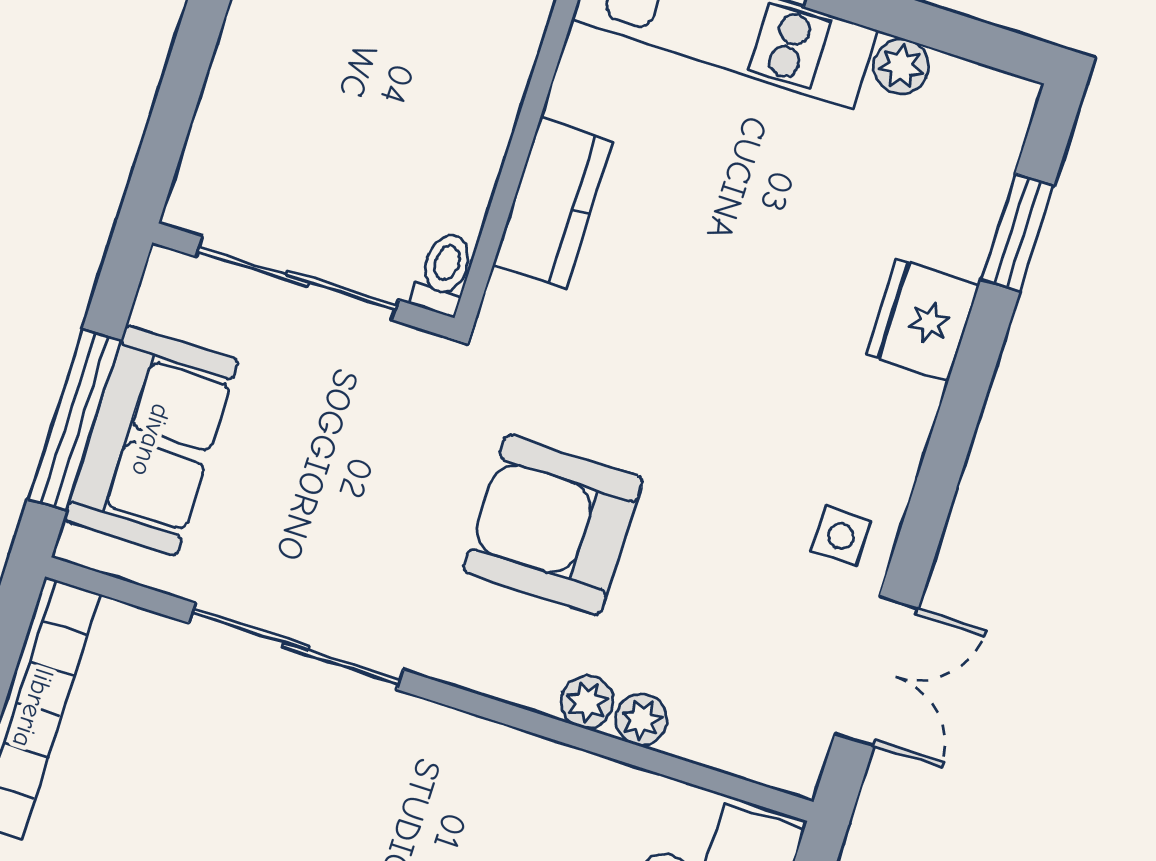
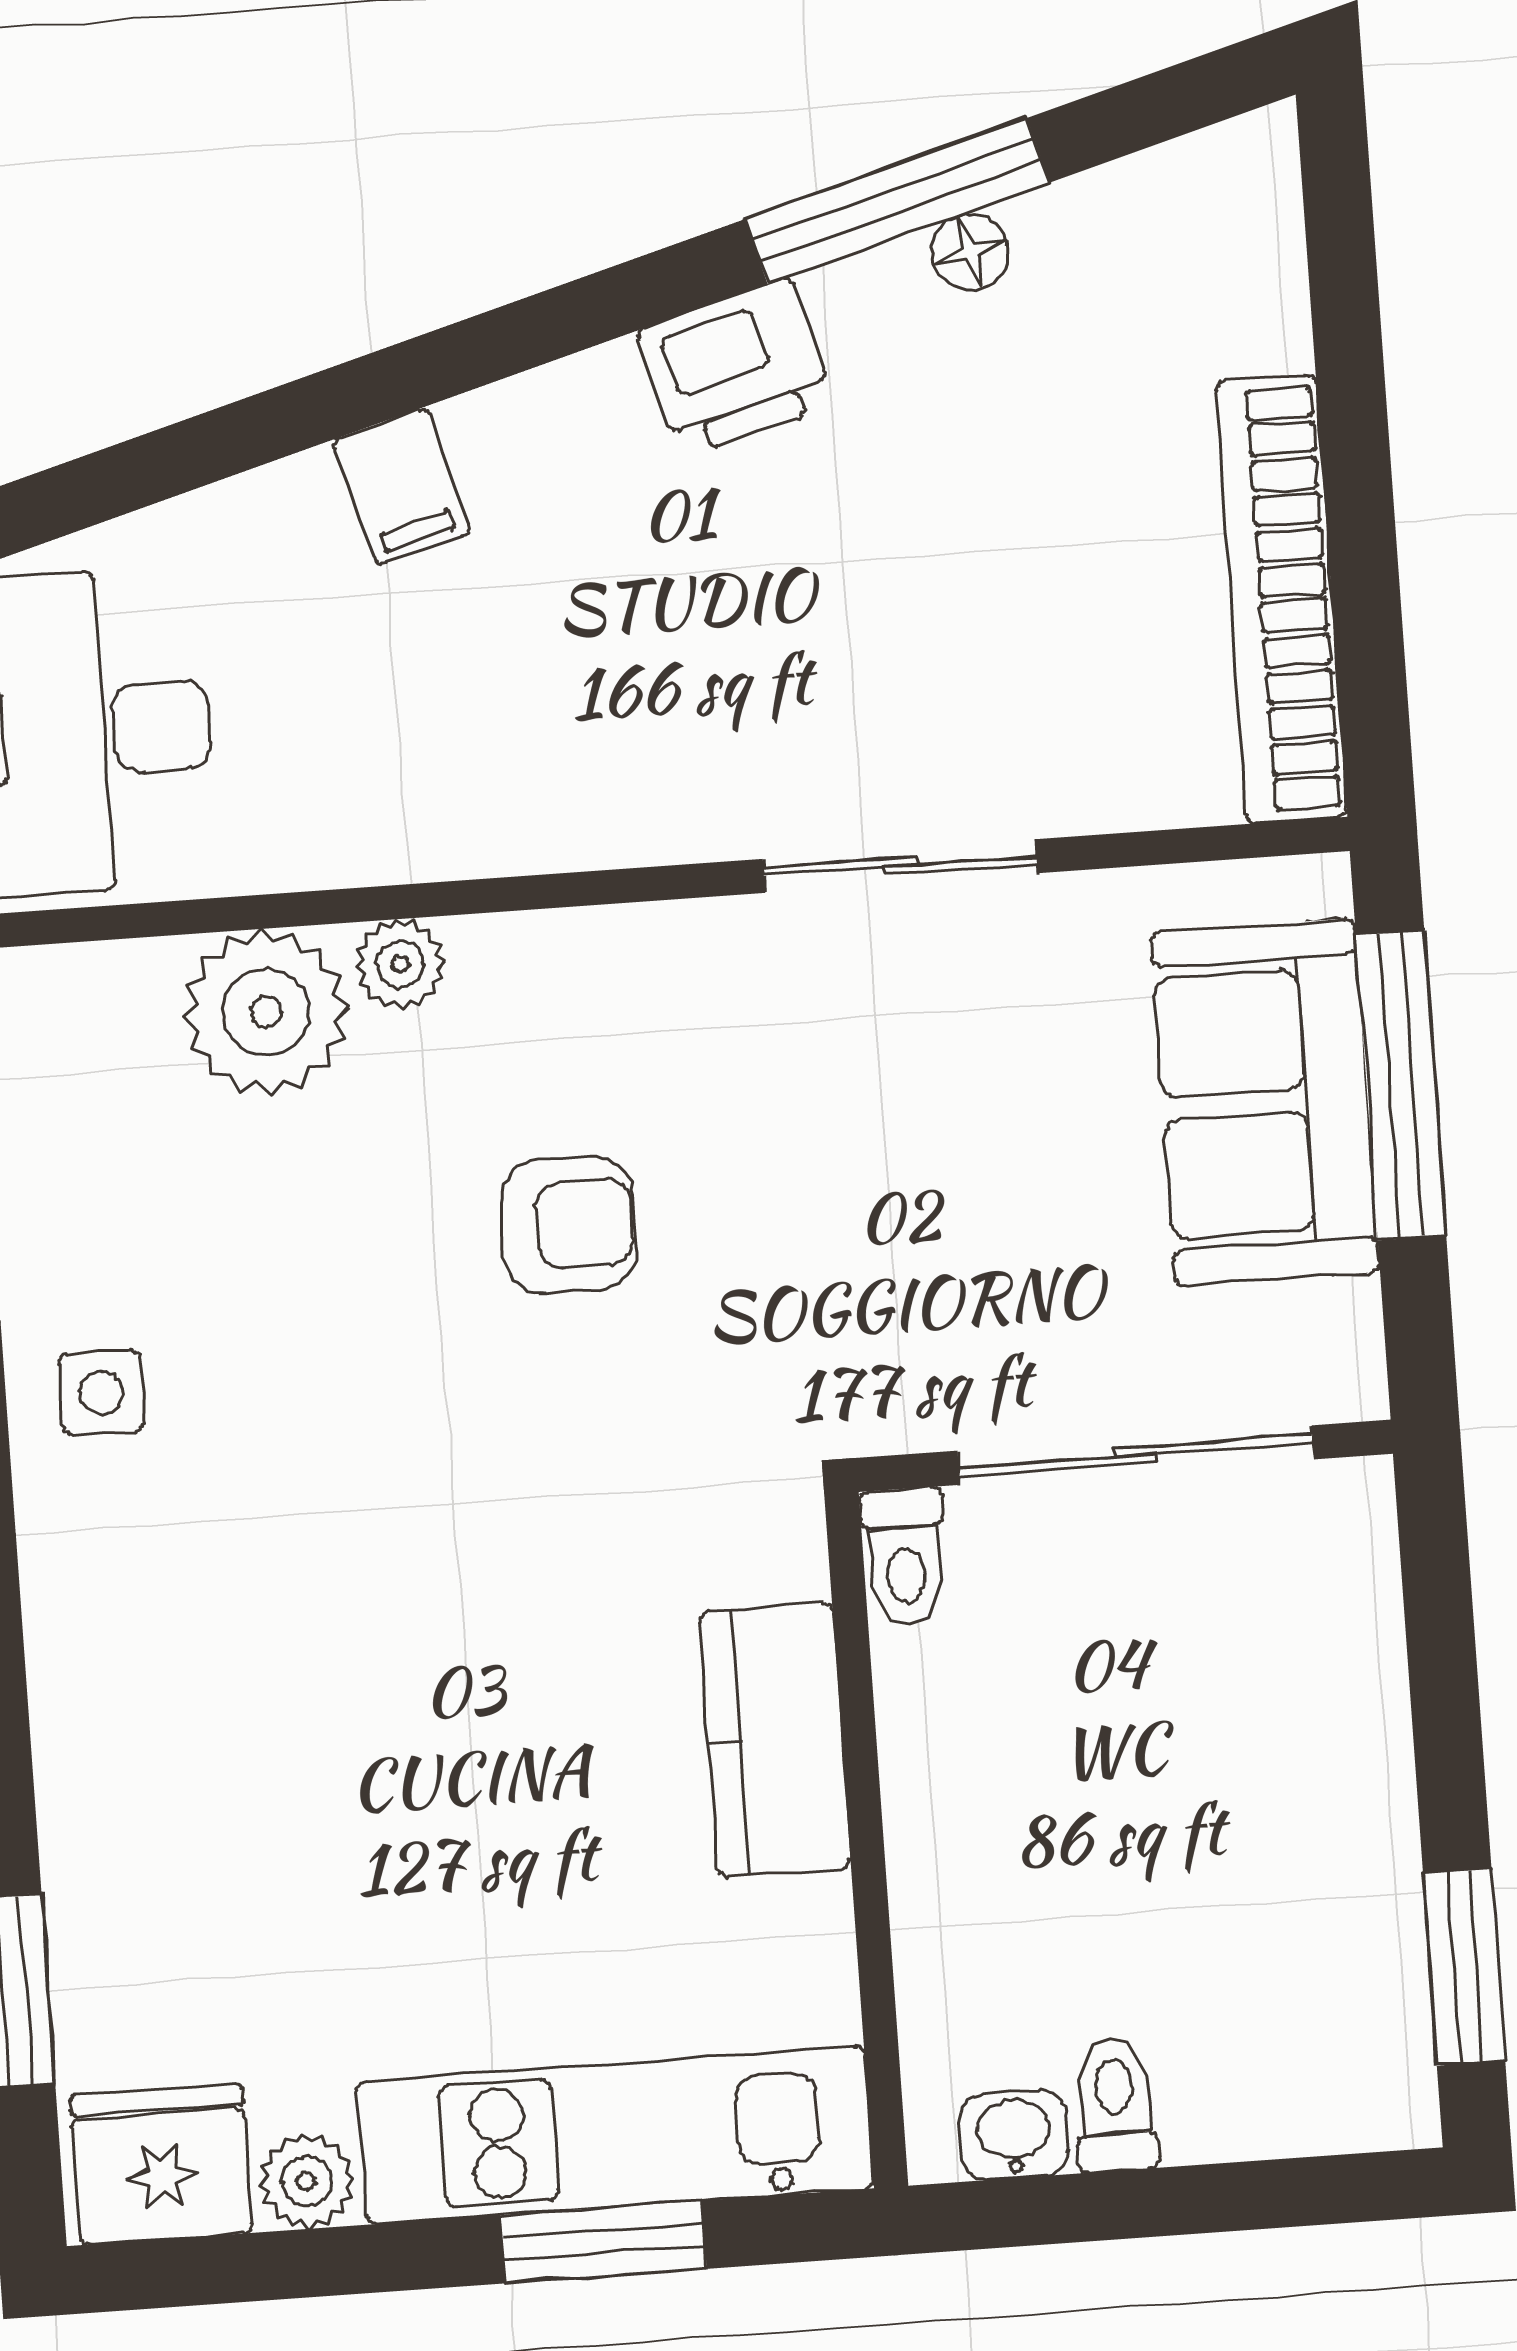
fridge: (923, 320) -> (161, 2164), moved, turned -90
armchair: (553, 525) -> (568, 1225), width x0.53, depth x0.53
sliding door: (296, 646) -> (901, 866), width x0.73
plant: (641, 720) -> (266, 1012), width x1.88, depth x1.88

